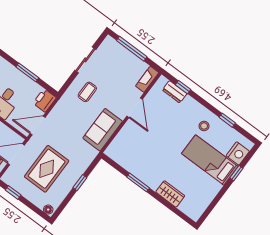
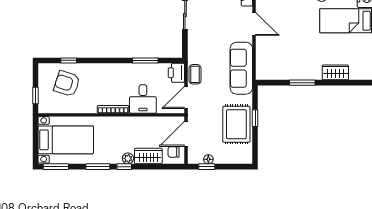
coffee table: (87, 92) -> (195, 74), moved
sofa: (103, 130) -> (241, 68), width x1.36
rug: (47, 169) -> (236, 124), moved
floor lamp: (48, 210) -> (208, 159), moved

